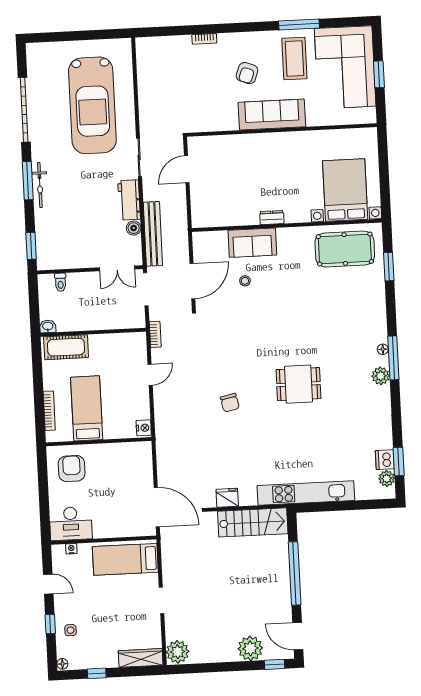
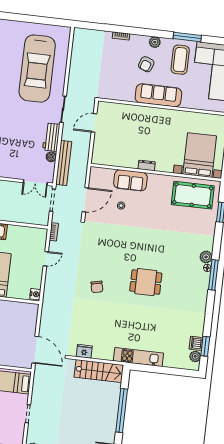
plant: (254, 40) -> (155, 42), added
plant: (381, 376) -> (206, 257), moved
kitchen unit: (306, 493) -> (138, 357), width x0.73

